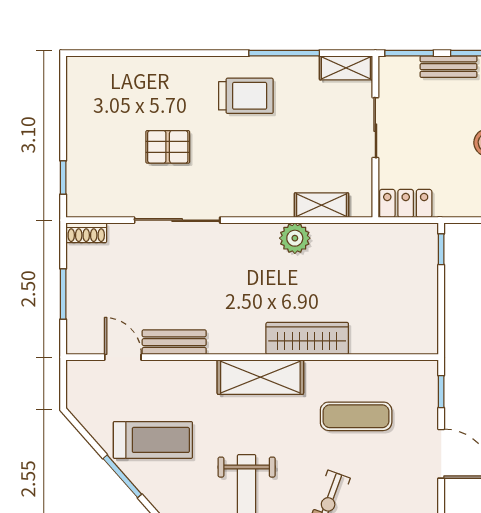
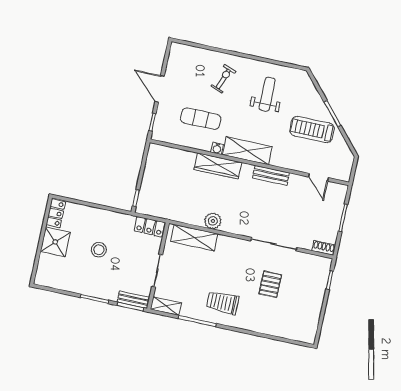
bench: (449, 67) -> (133, 300), moved
pallet: (168, 147) -> (270, 284), turned 90
shelving: (321, 205) -> (194, 238), width x1.50, depth x1.33
bench: (174, 342) -> (271, 175), moved
water cooler: (315, 370) -> (217, 148), added

